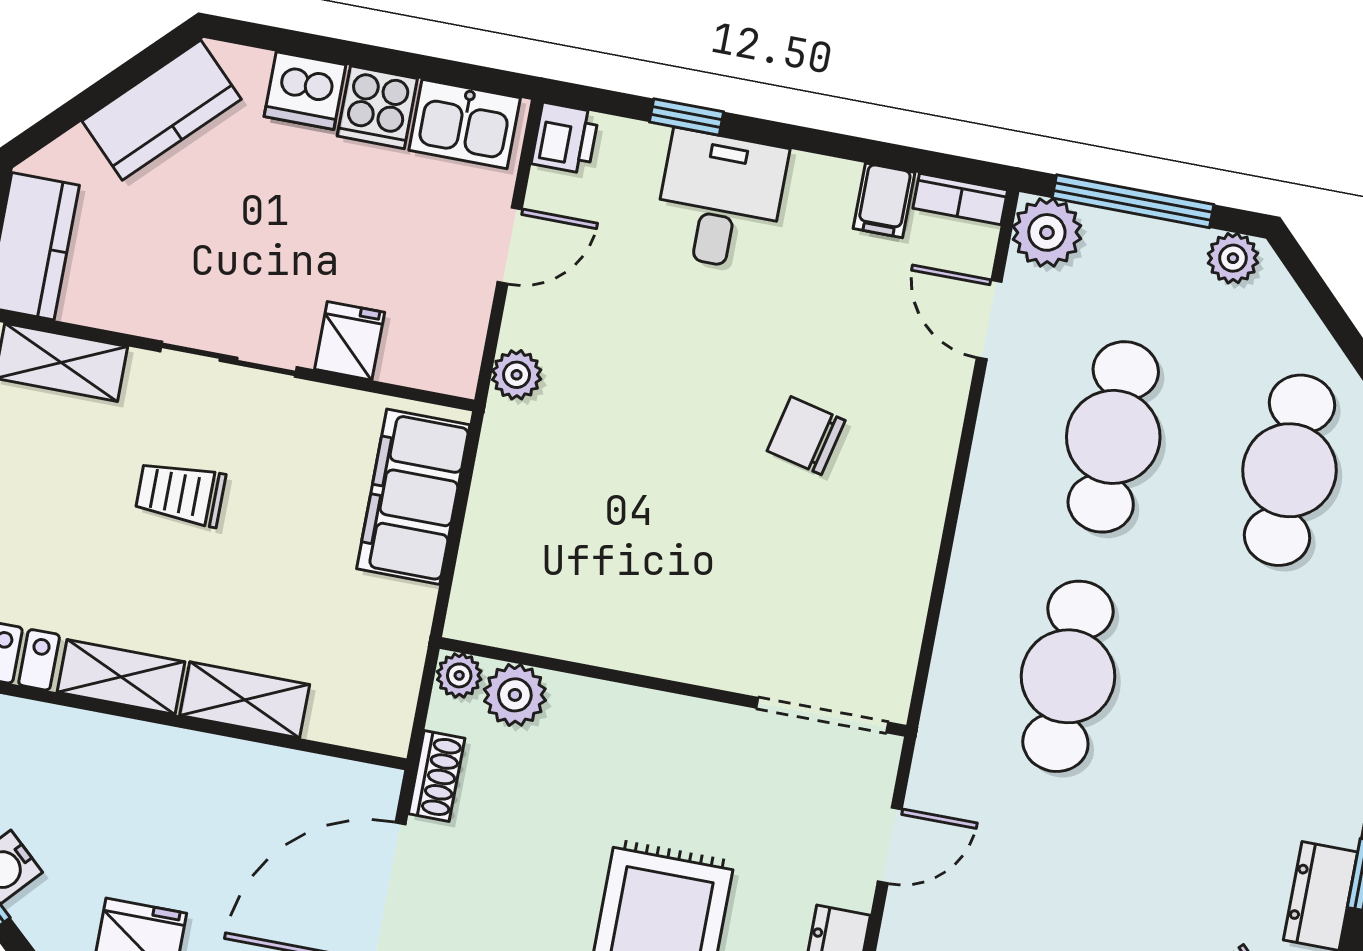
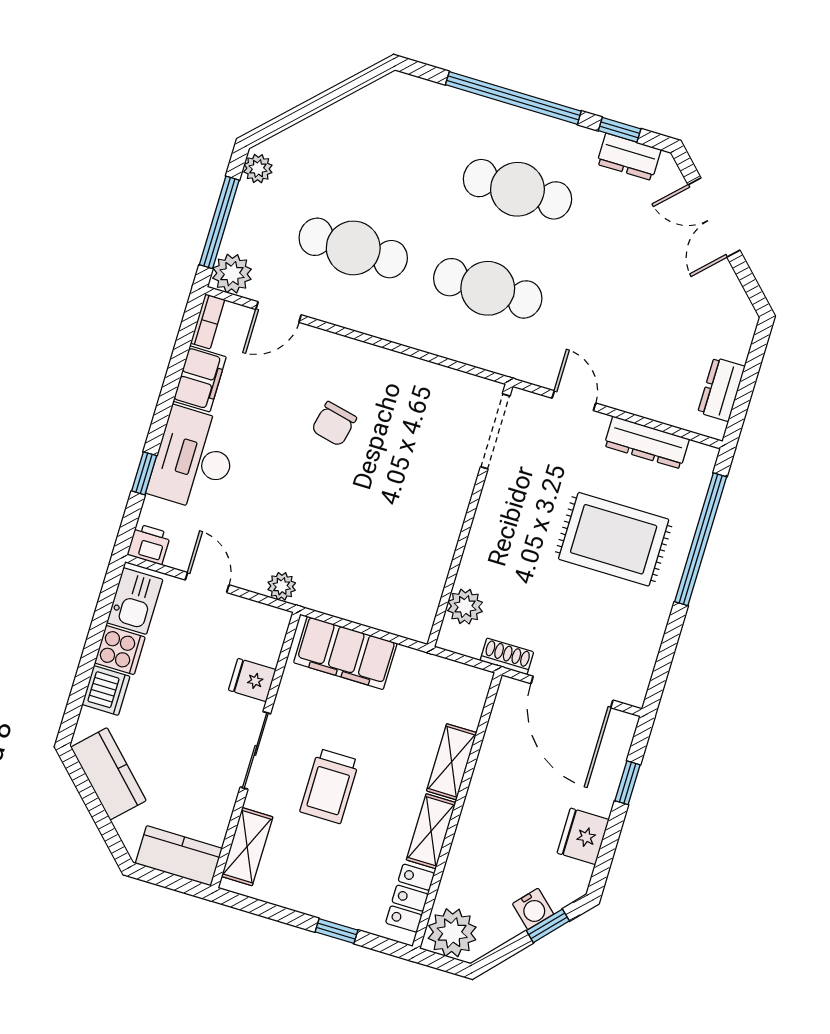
desk: (720, 200) -> (194, 459), width x1.37
filing cabinet: (884, 200) -> (200, 379), width x2.00
cafe table: (1290, 470) -> (517, 189), moved
trolley: (180, 494) -> (329, 786), width x1.36, depth x1.39
plant: (459, 675) -> (451, 637), removed

